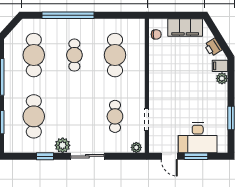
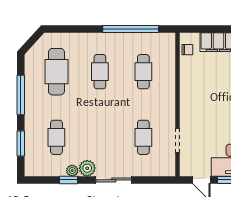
window: (68, 15) -> (131, 29), moved
cafe table: (115, 55) -> (143, 72), width x0.73, depth x0.74
cafe table: (34, 116) -> (56, 137), width x0.73, depth x0.74
plant: (136, 147) -> (72, 171), moved

